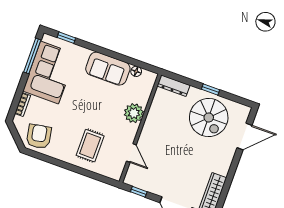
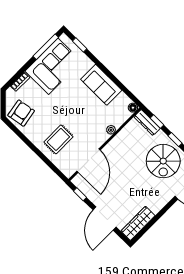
floor lamp: (136, 71) -> (133, 108), moved
window: (183, 80) -> (157, 122), added
plant: (134, 113) -> (111, 130), width x0.53, depth x0.53
door: (131, 153) -> (89, 161), width x1.87

